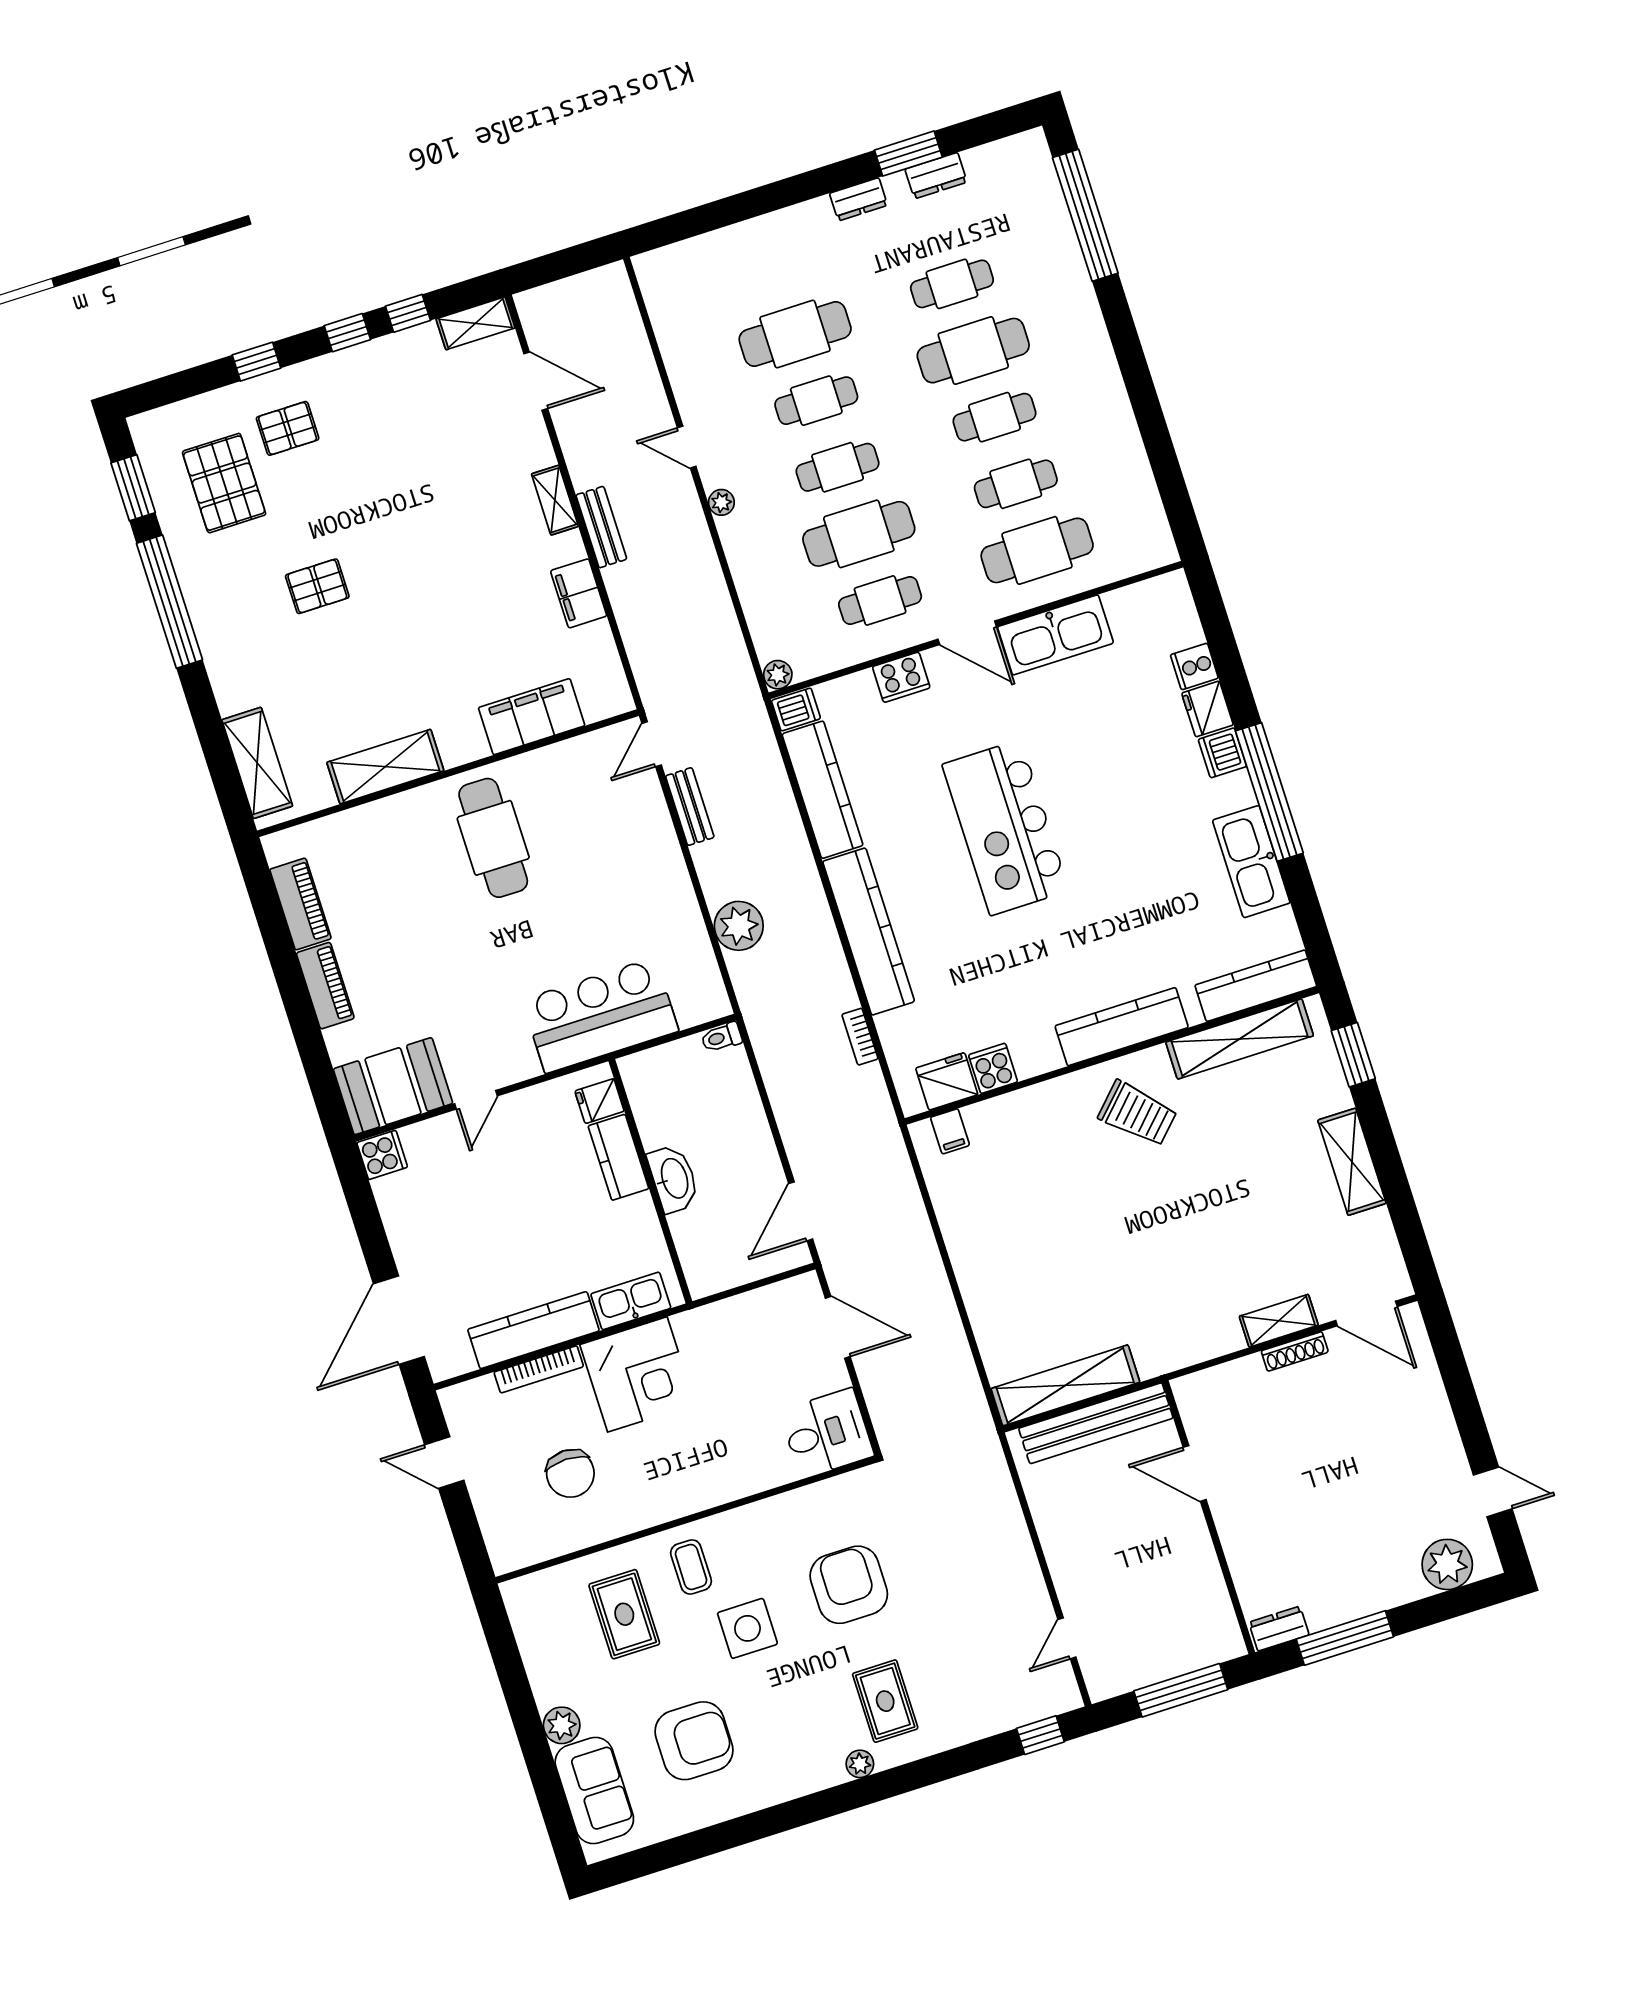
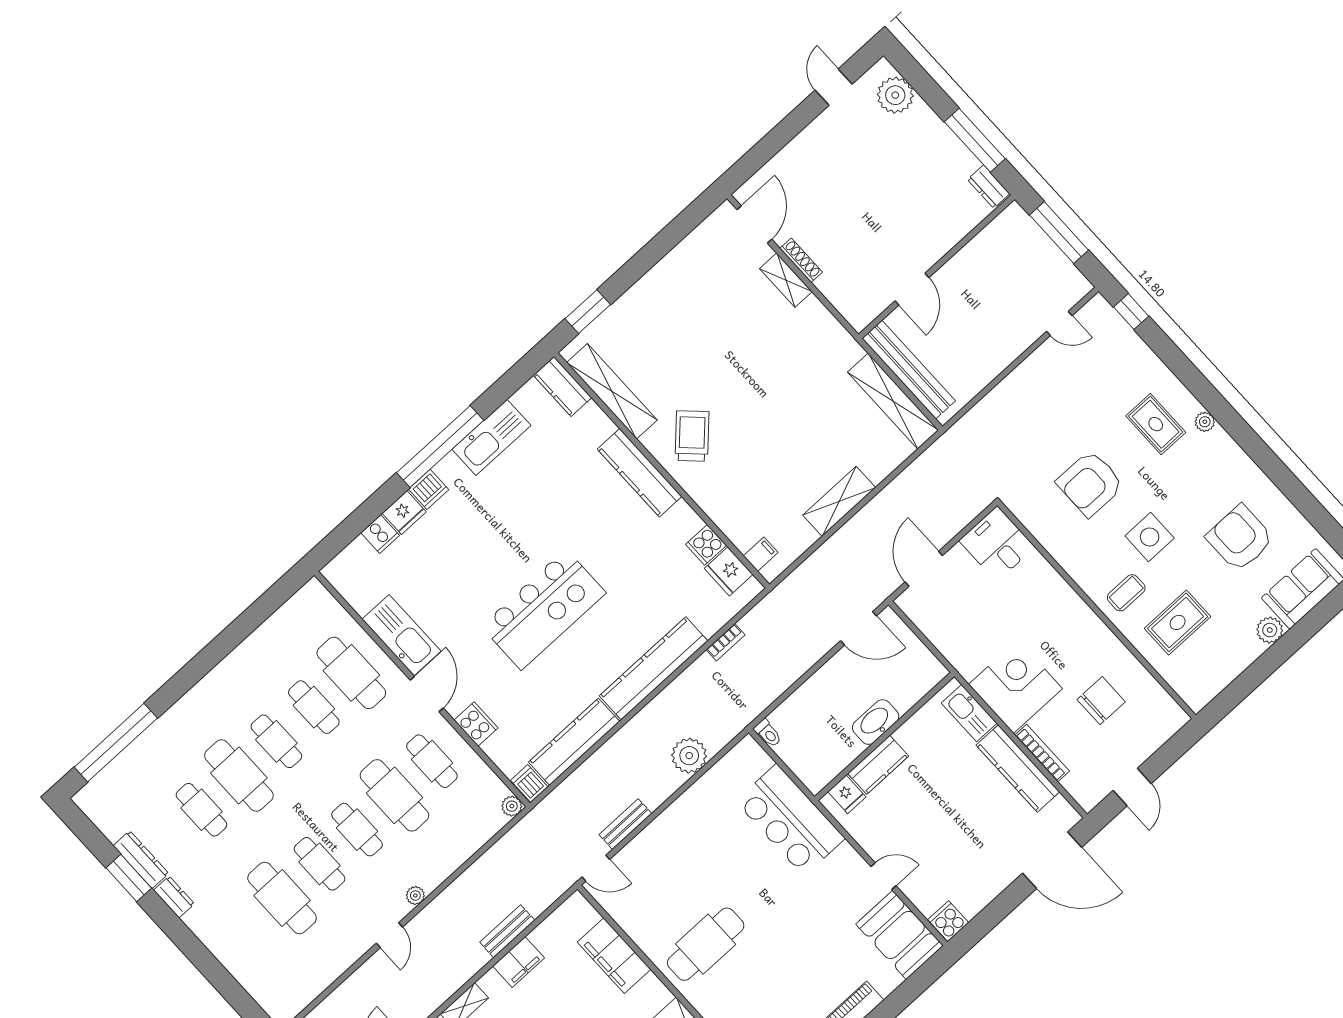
dresser: (936, 176) -> (141, 860), width x1.44
bench: (601, 527) -> (507, 931), moved
kitchen counter: (1256, 986) -> (562, 386), width x0.67
shelving: (1352, 1162) -> (839, 501), moved
rug: (885, 1701) -> (1156, 424), turned 90

